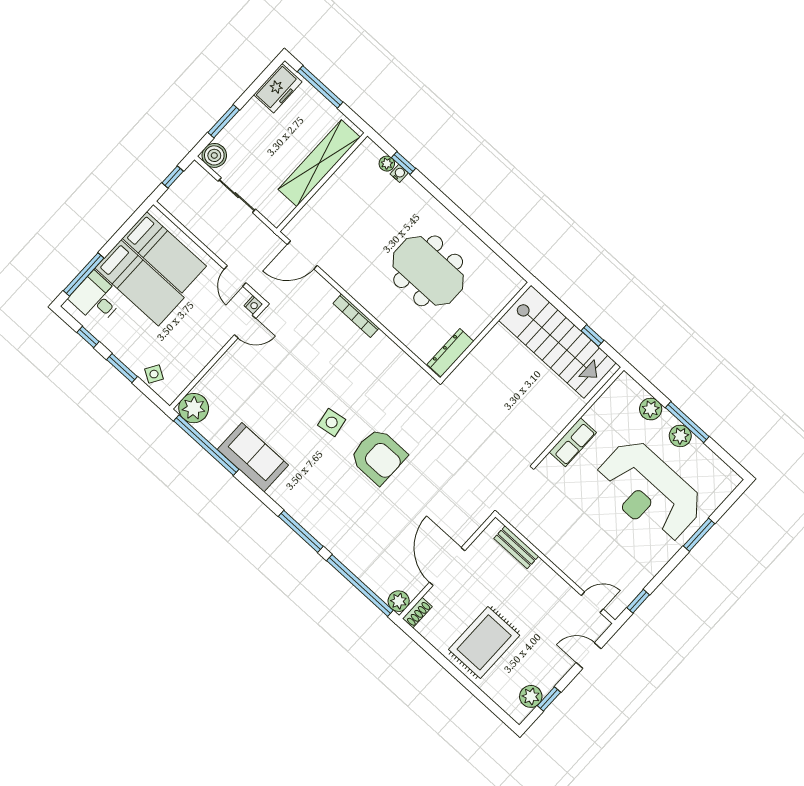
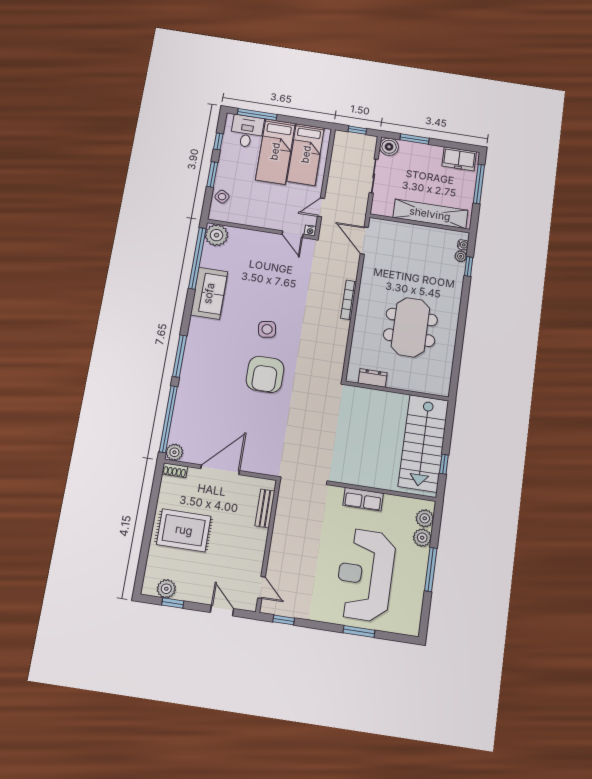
water cooler: (399, 173) -> (463, 245), moved
dresser: (450, 353) -> (373, 378), width x0.70
plant: (680, 436) -> (425, 518), moved

